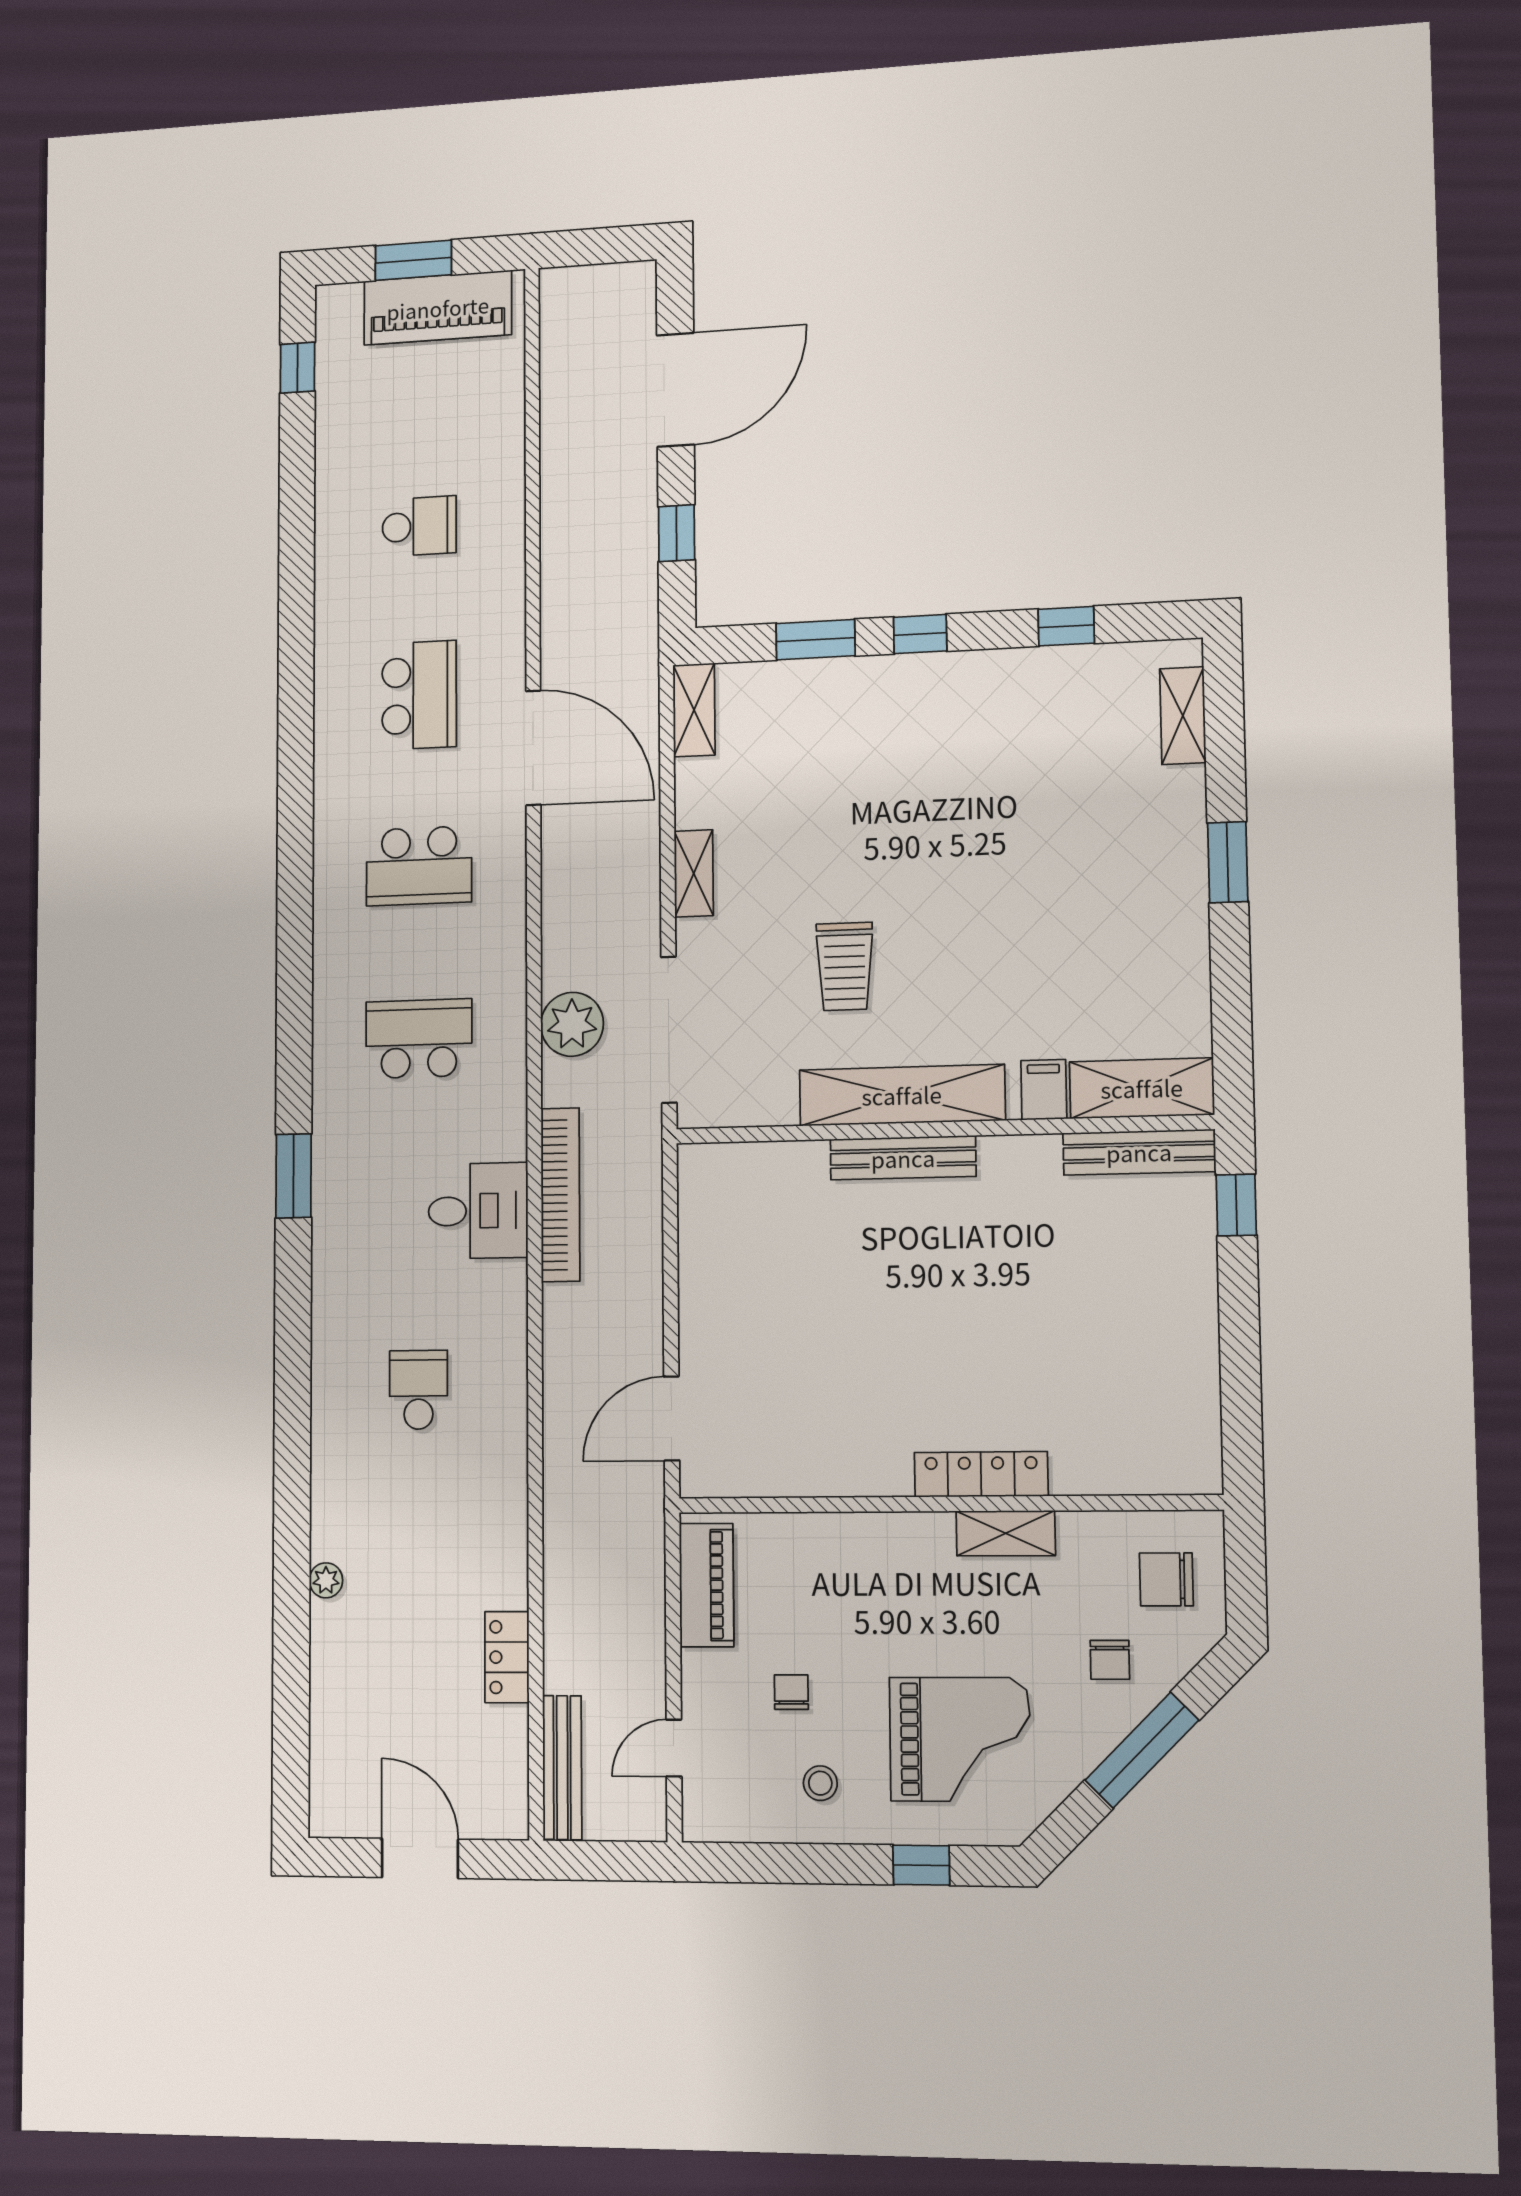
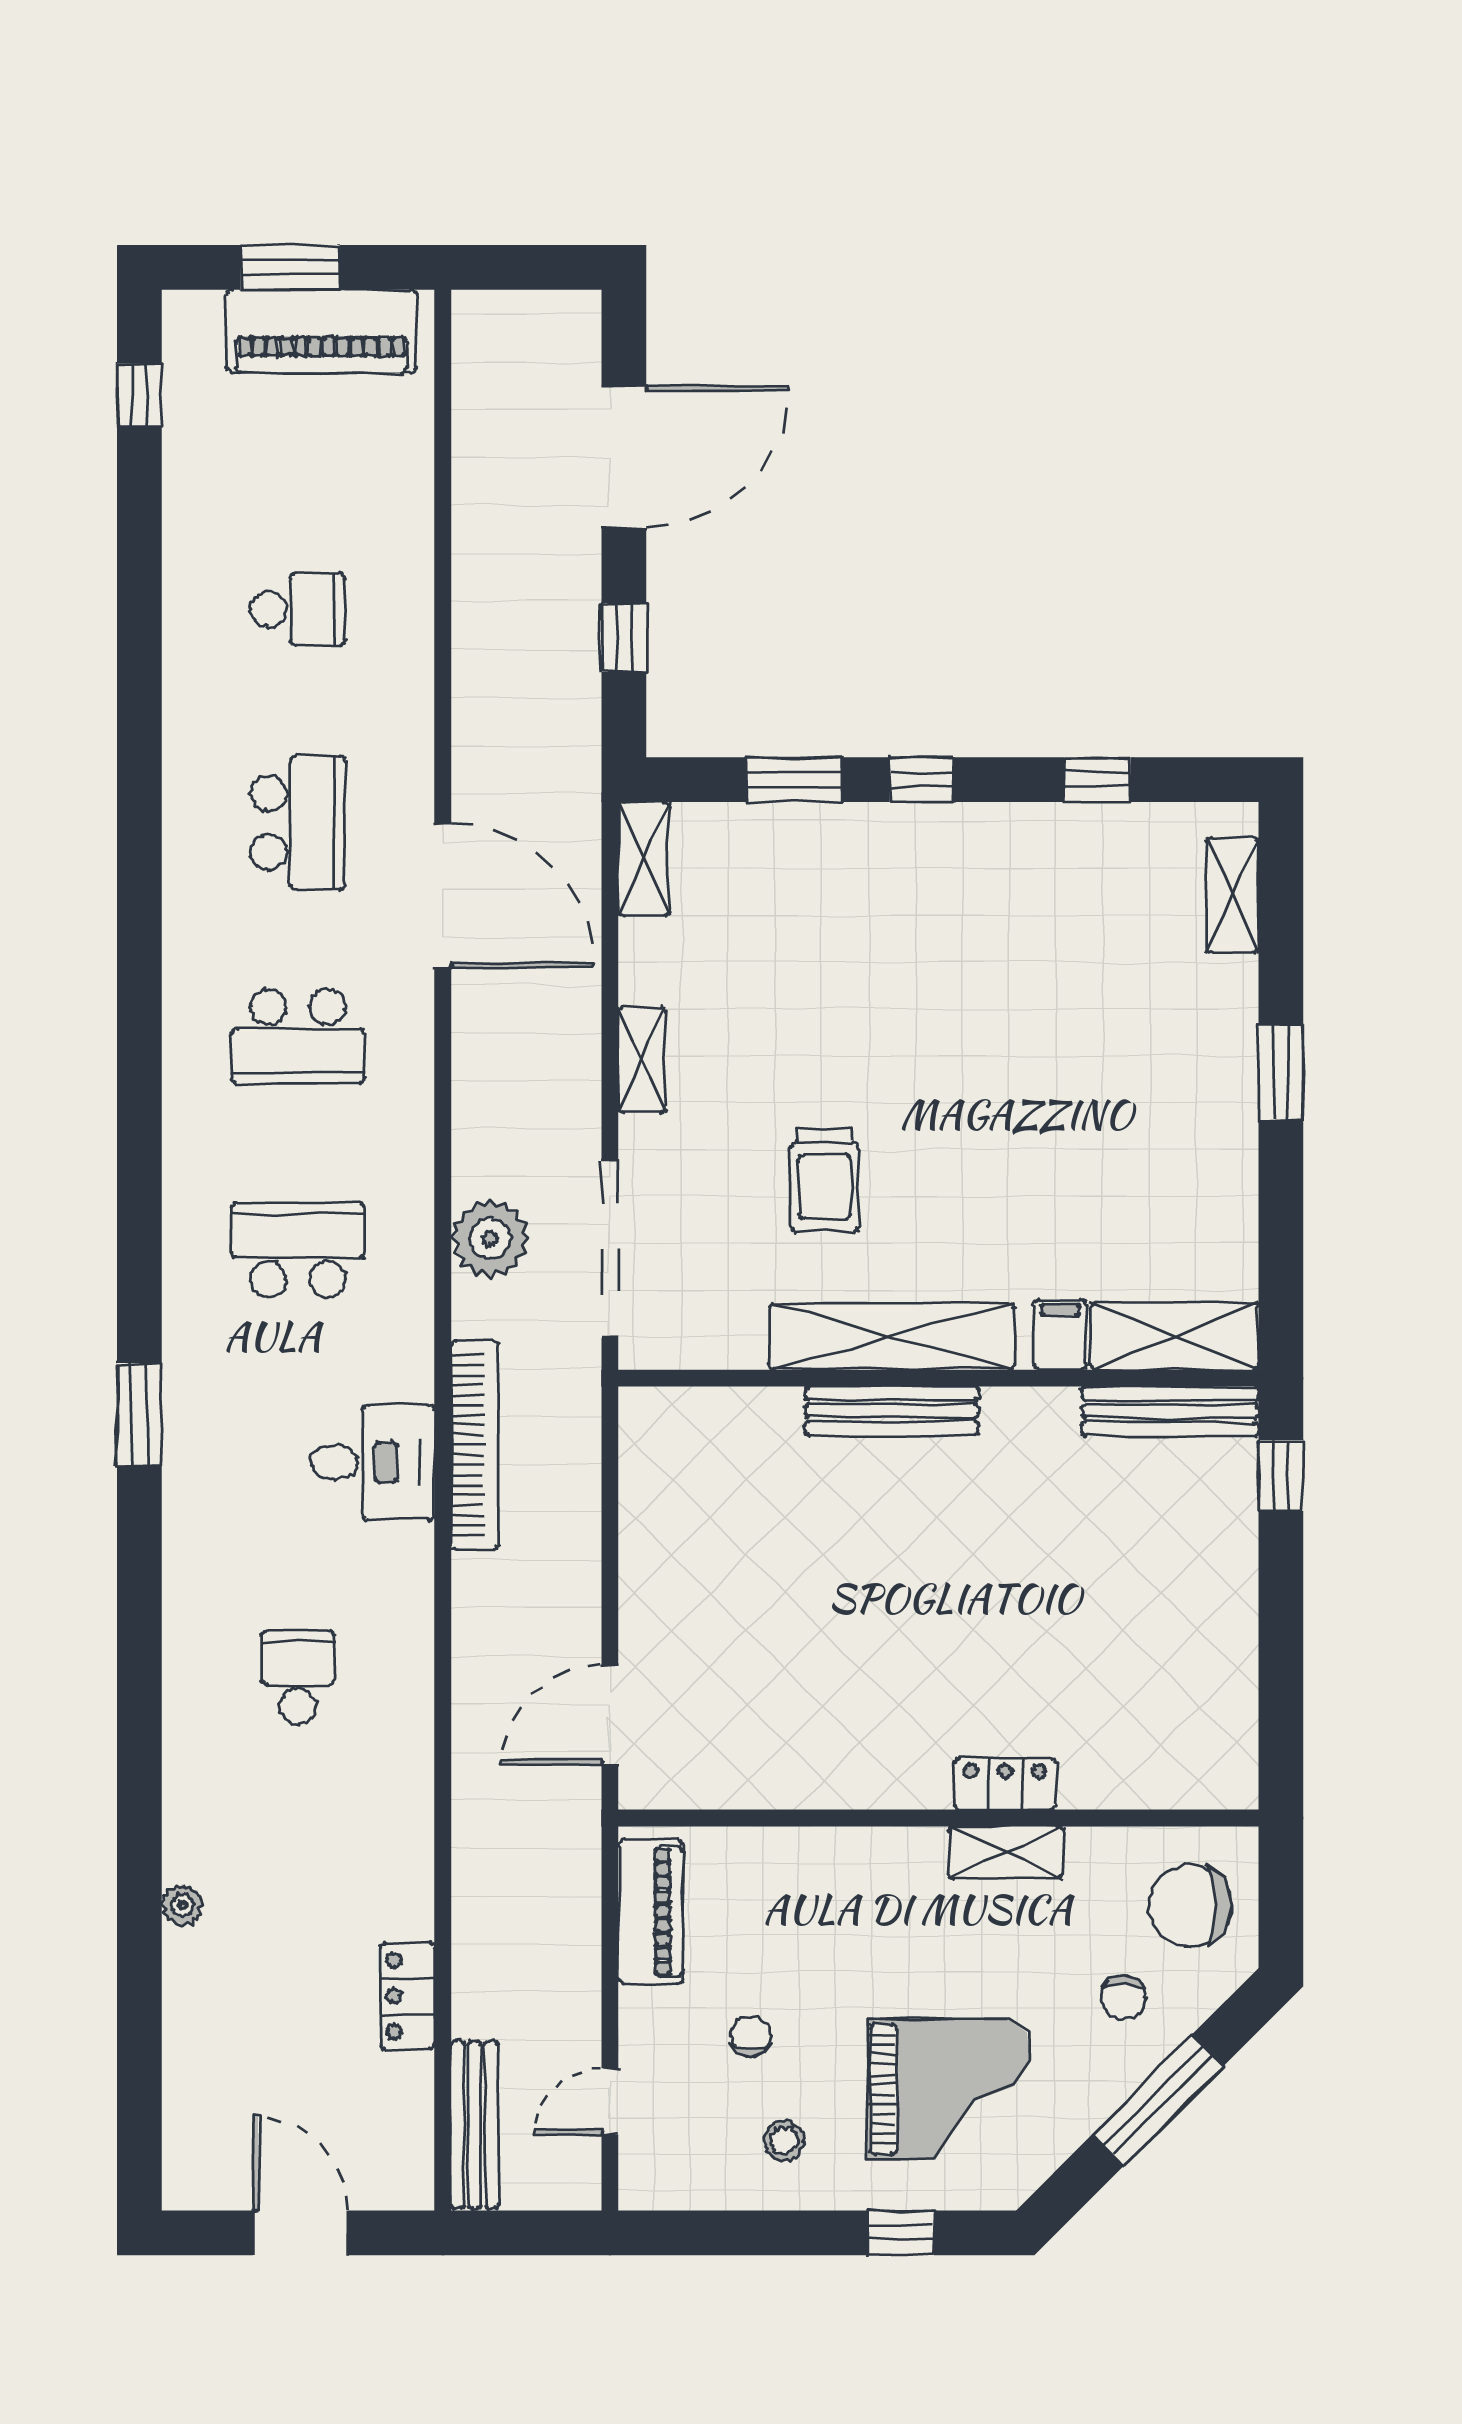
locker: (981, 1474) -> (1005, 1784), width x0.66
chair: (1166, 1579) -> (1190, 1906), width x1.37, depth x1.37

